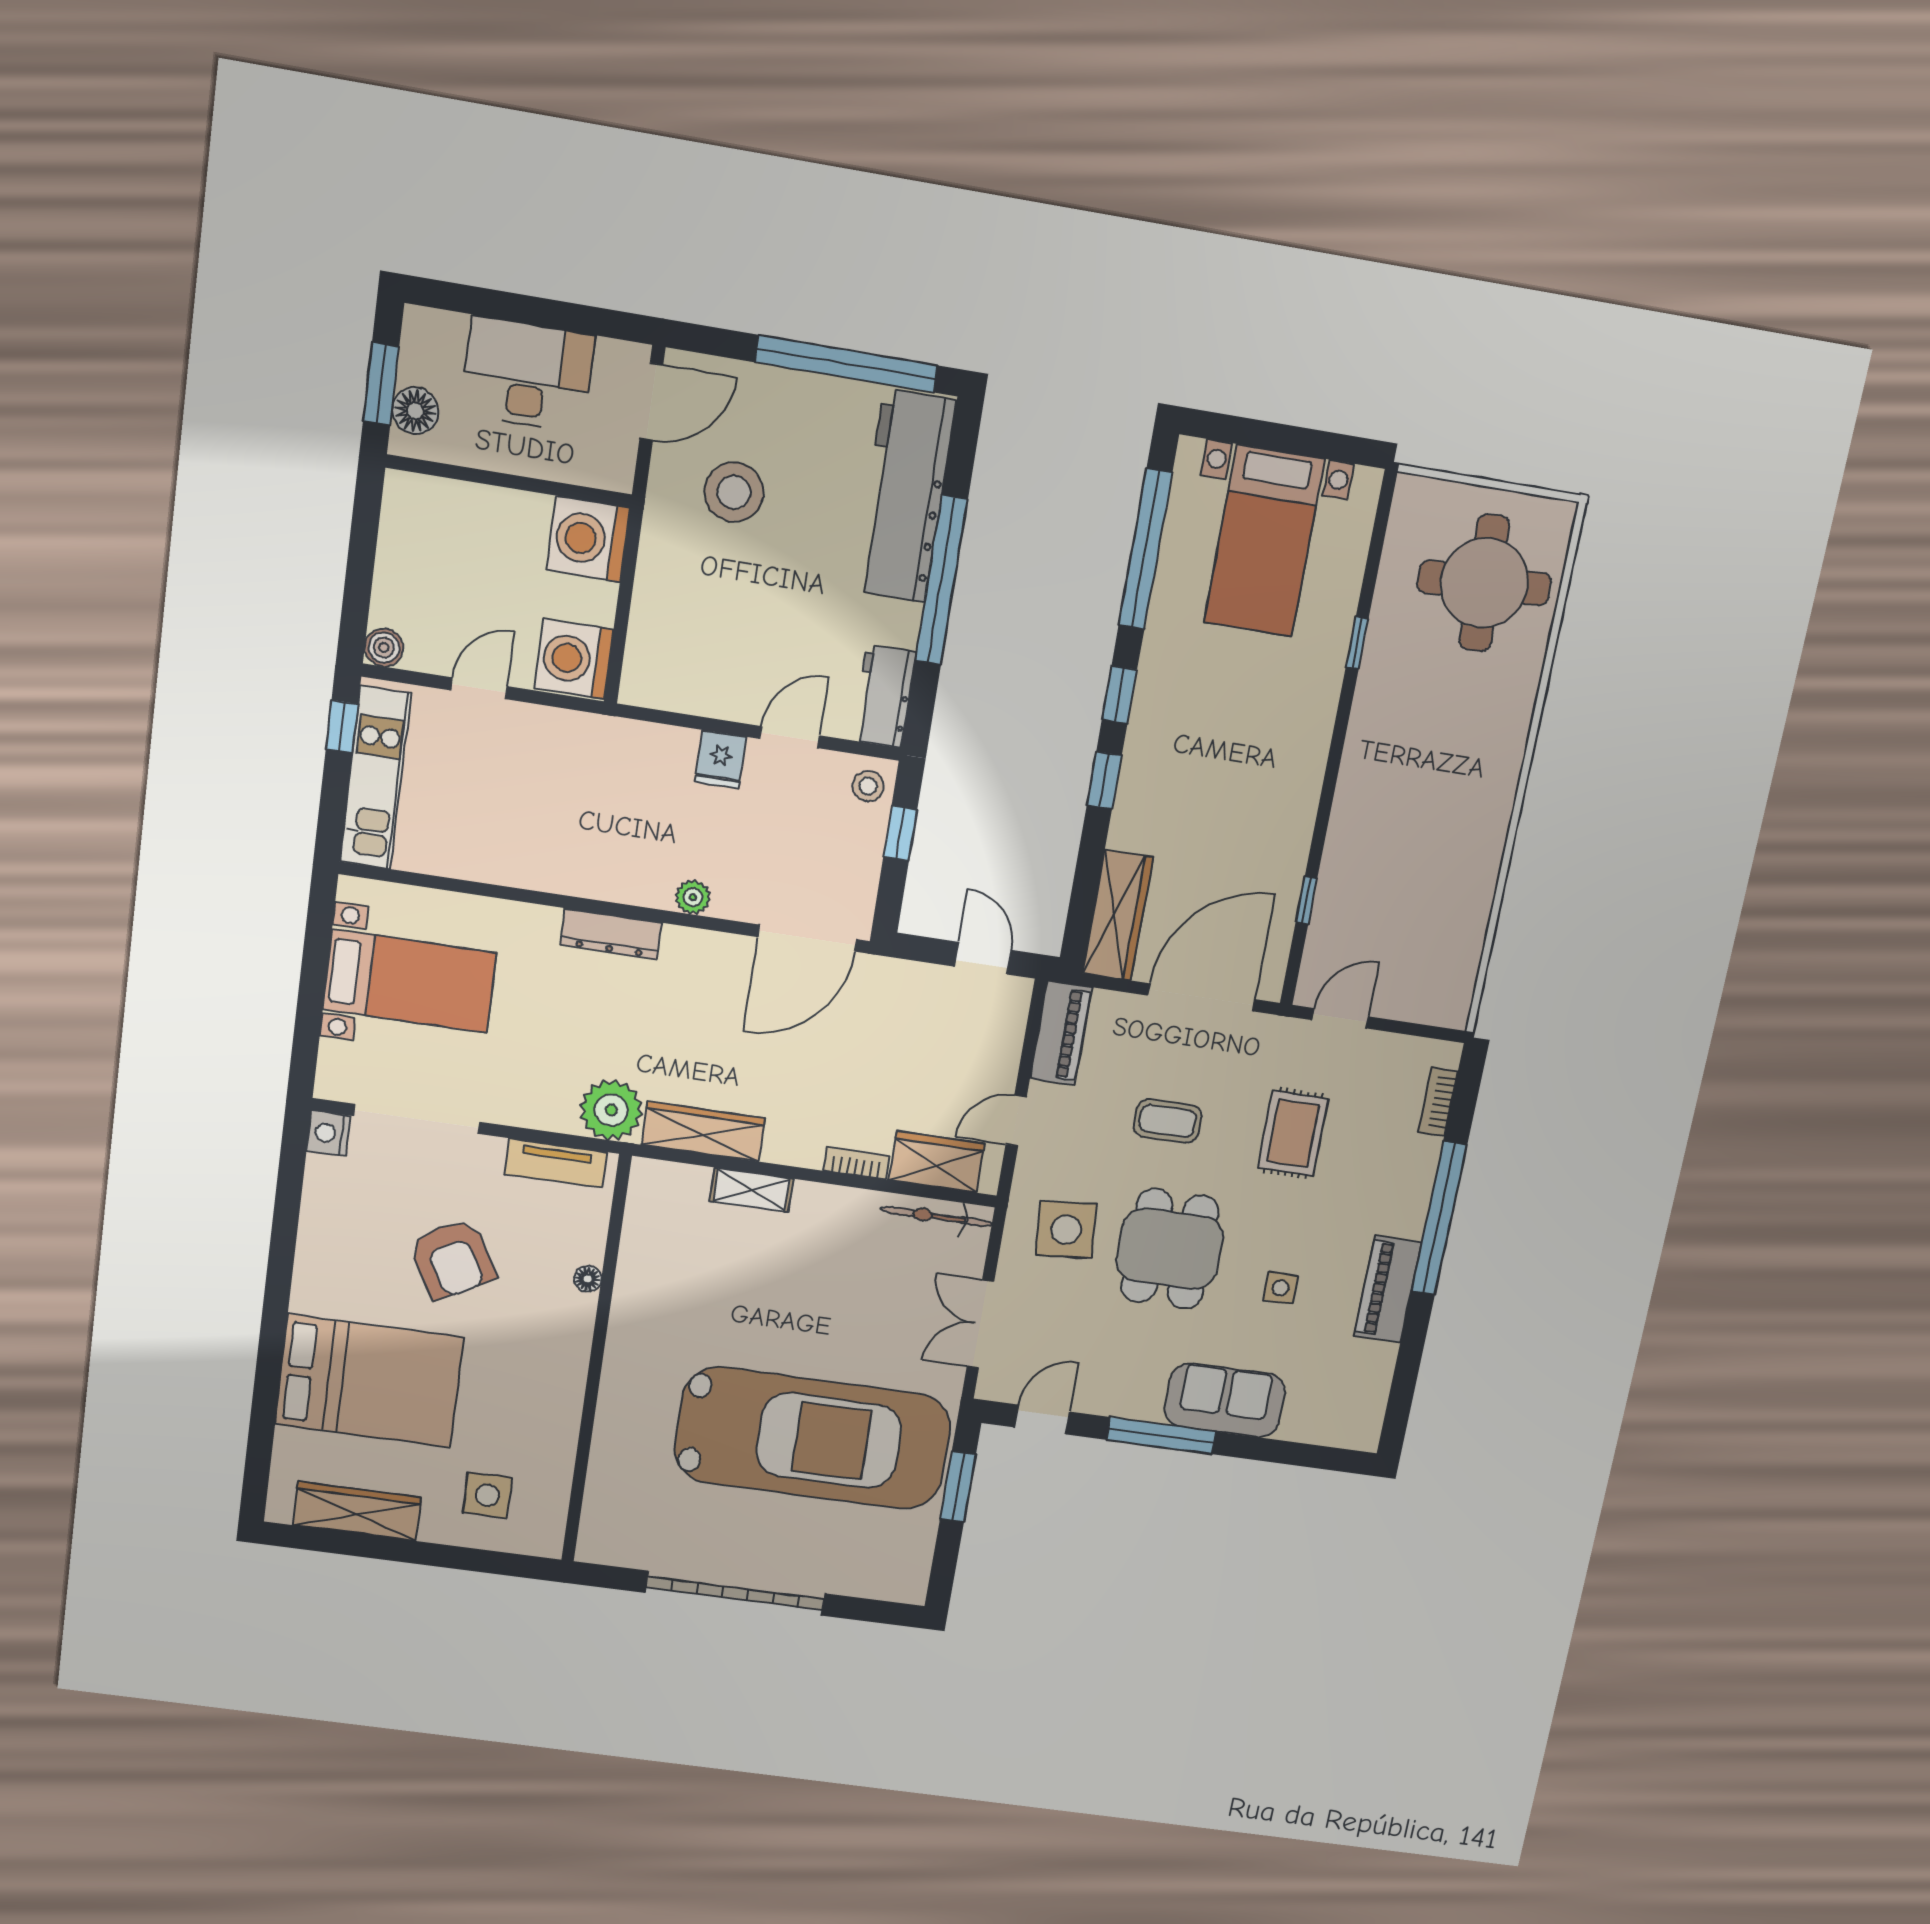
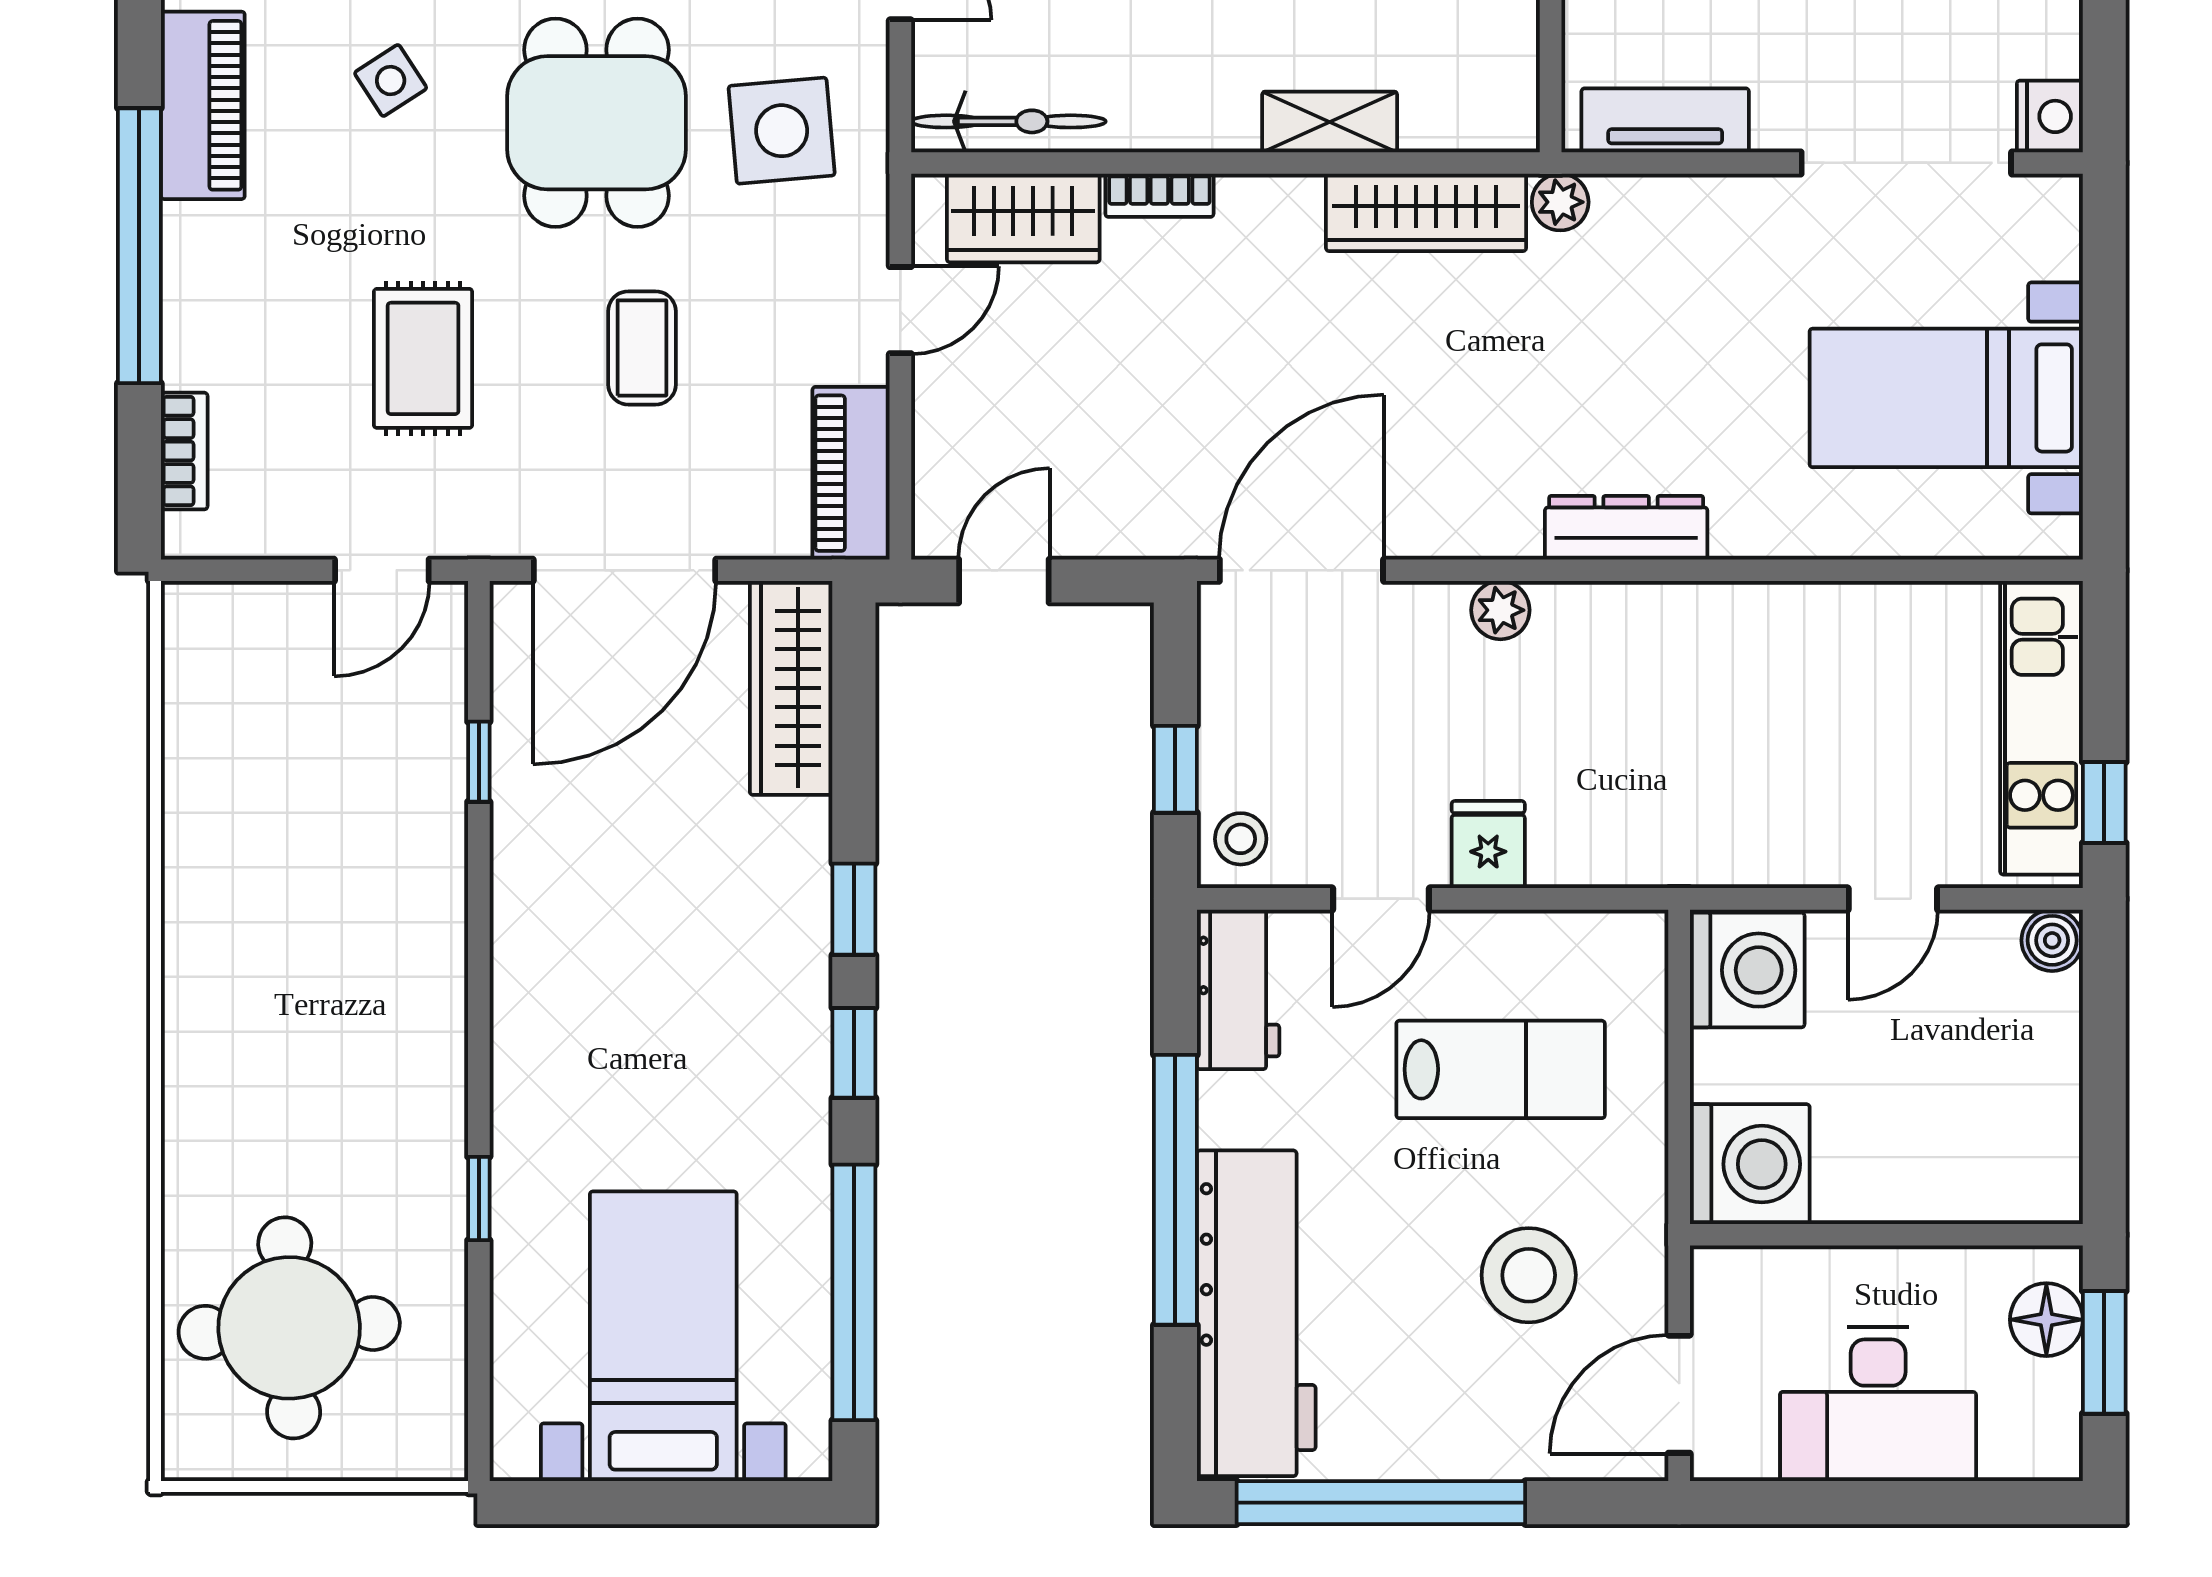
lab bench: (733, 622) -> (1501, 1069), added
door: (983, 958) -> (1004, 581), swing flipped
plant: (611, 1110) -> (1560, 202), width x0.53, depth x0.53
coffee table: (1168, 1121) -> (642, 348), turned 90
side table: (1281, 1288) -> (391, 81), turned -33

